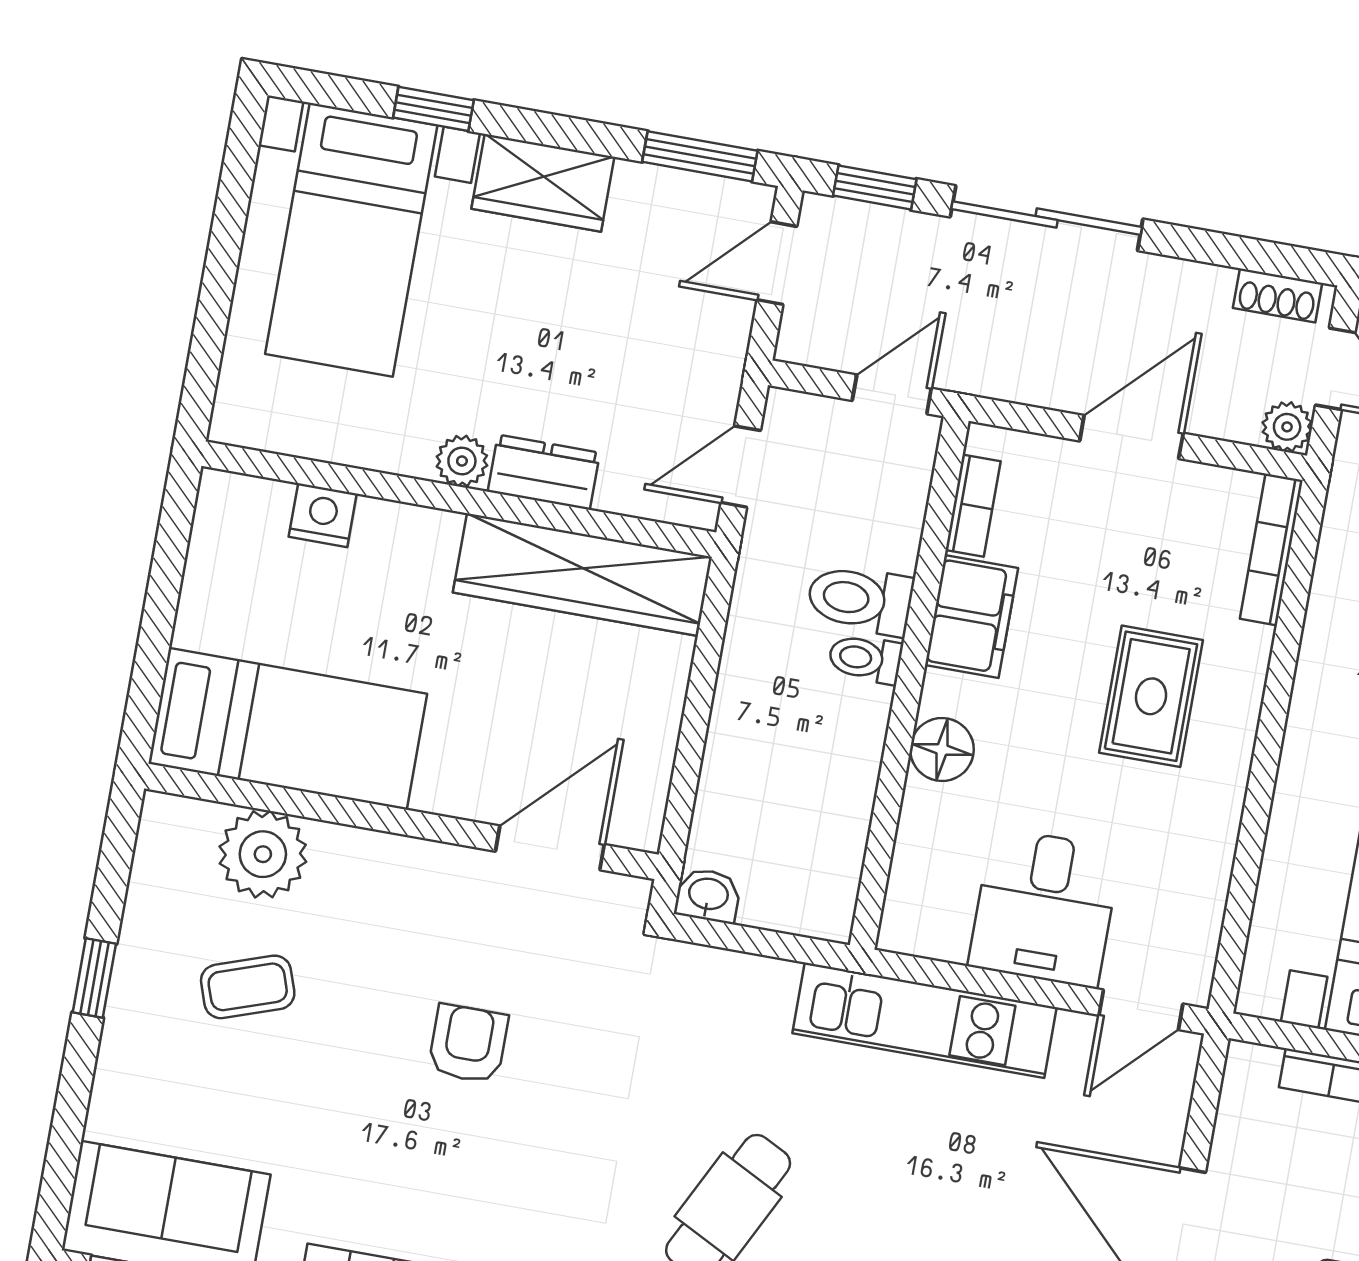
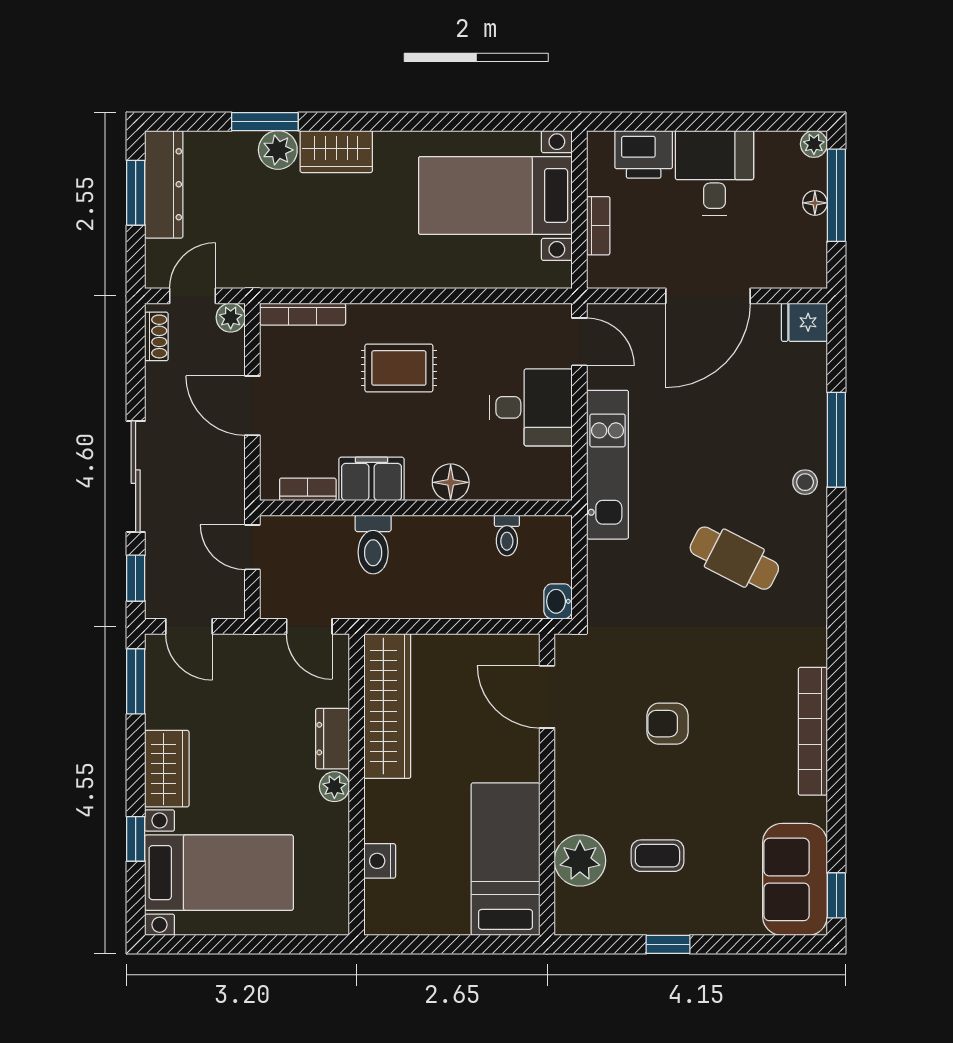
toilet: (865, 659) -> (507, 535), moved
coffee table: (248, 987) -> (657, 856), turned -71

